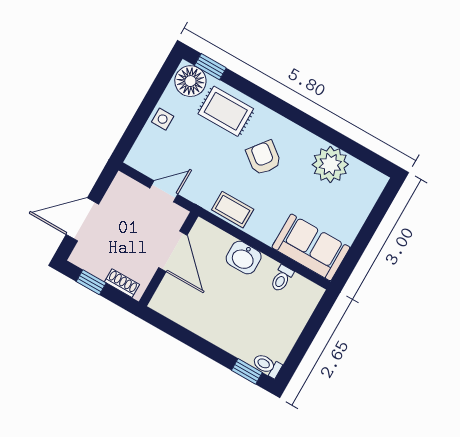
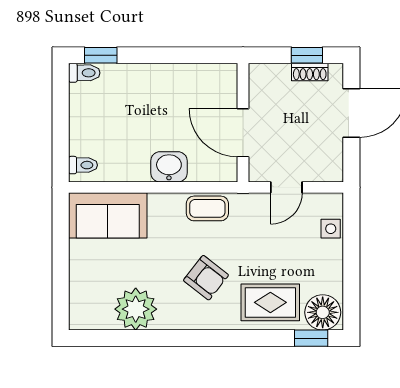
side table: (163, 119) -> (331, 229), moved
toilet: (282, 279) -> (83, 165), moved, turned 90
shoe rack: (122, 283) -> (310, 72), moved

